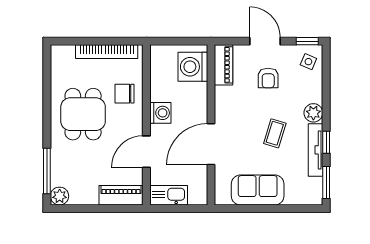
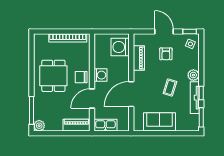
piano: (224, 65) -> (139, 58), moved
chair: (124, 94) -> (81, 77), moved

